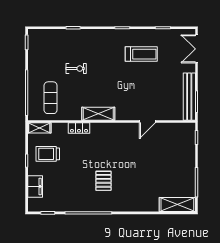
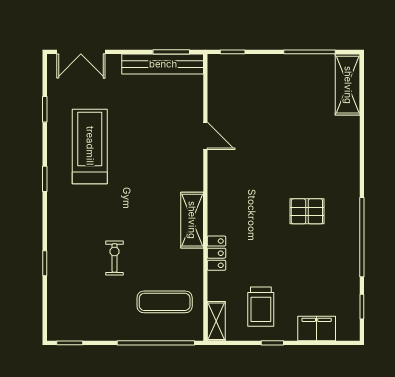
treadmill: (141, 54) -> (90, 146), width x1.37, depth x1.38

